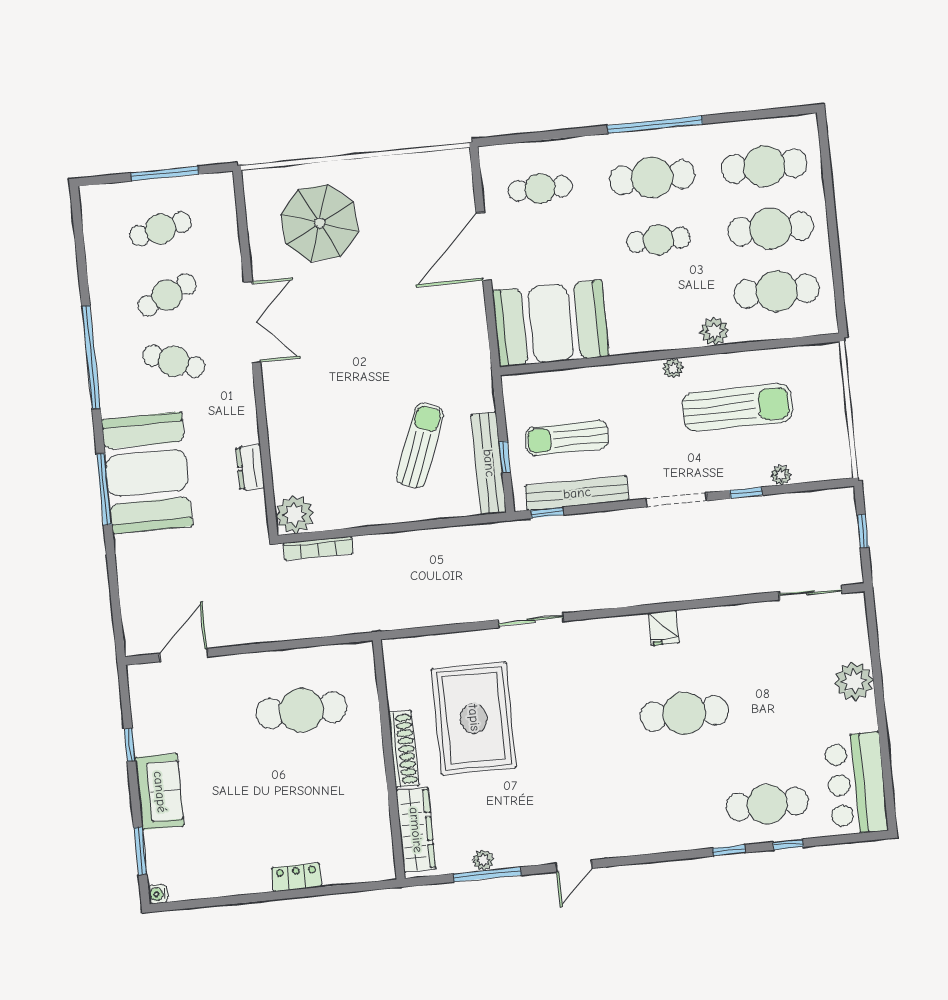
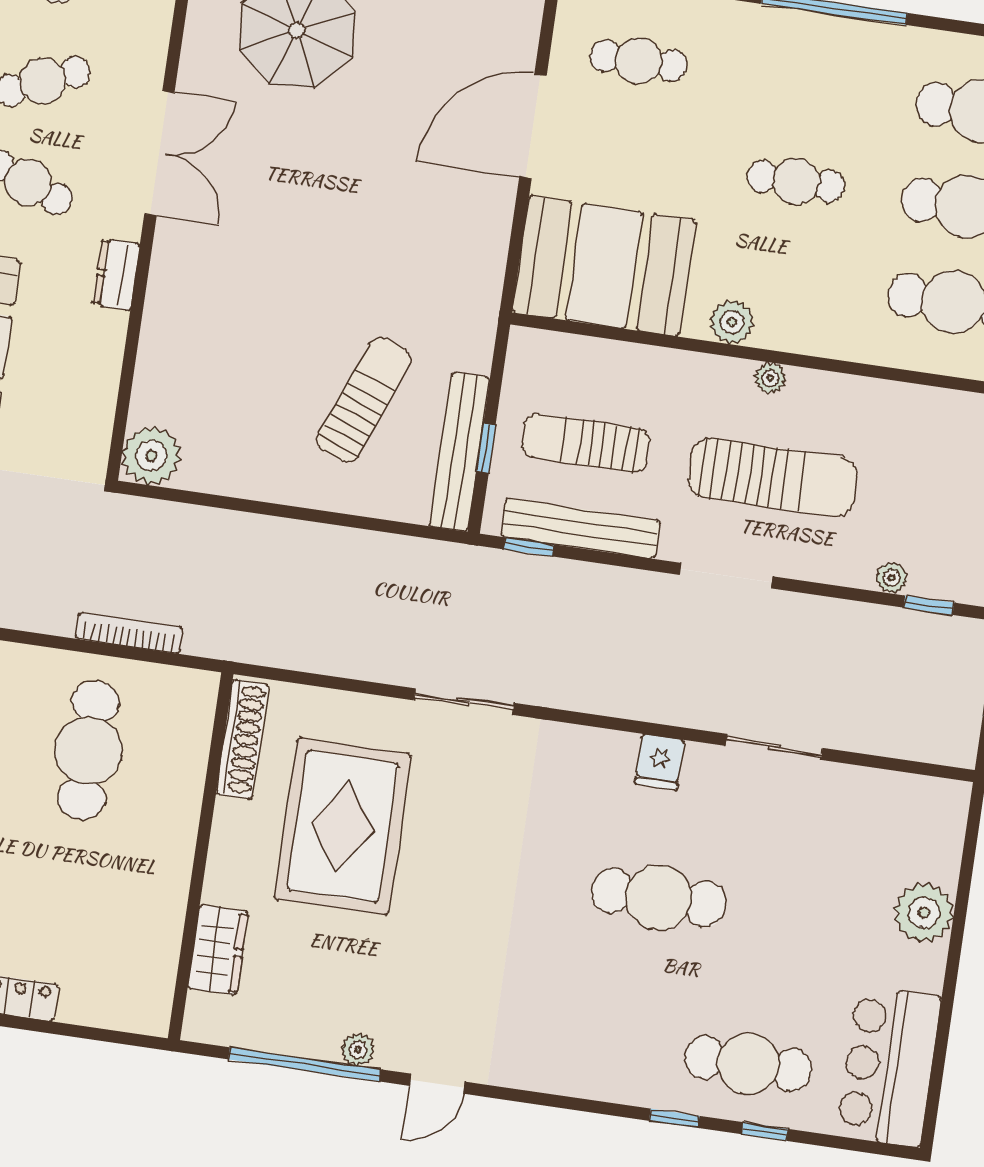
cafe table: (652, 177) -> (810, 86), removed
plant: (714, 331) -> (732, 322), moved
sun lounger: (737, 407) -> (773, 477), moved
dresser: (250, 468) -> (116, 274), moved
window: (746, 493) -> (929, 605), moved
bookcase: (318, 548) -> (129, 633), moved, turned 180
sliding door: (810, 593) -> (774, 747), moved
cafe table: (301, 710) -> (89, 750), turned 90
shoe rack: (404, 749) -> (242, 739), moved
wardrobe: (416, 830) -> (218, 950), width x0.67
plant: (483, 860) -> (358, 1050), moved
window: (487, 875) -> (305, 1064), width x1.46

